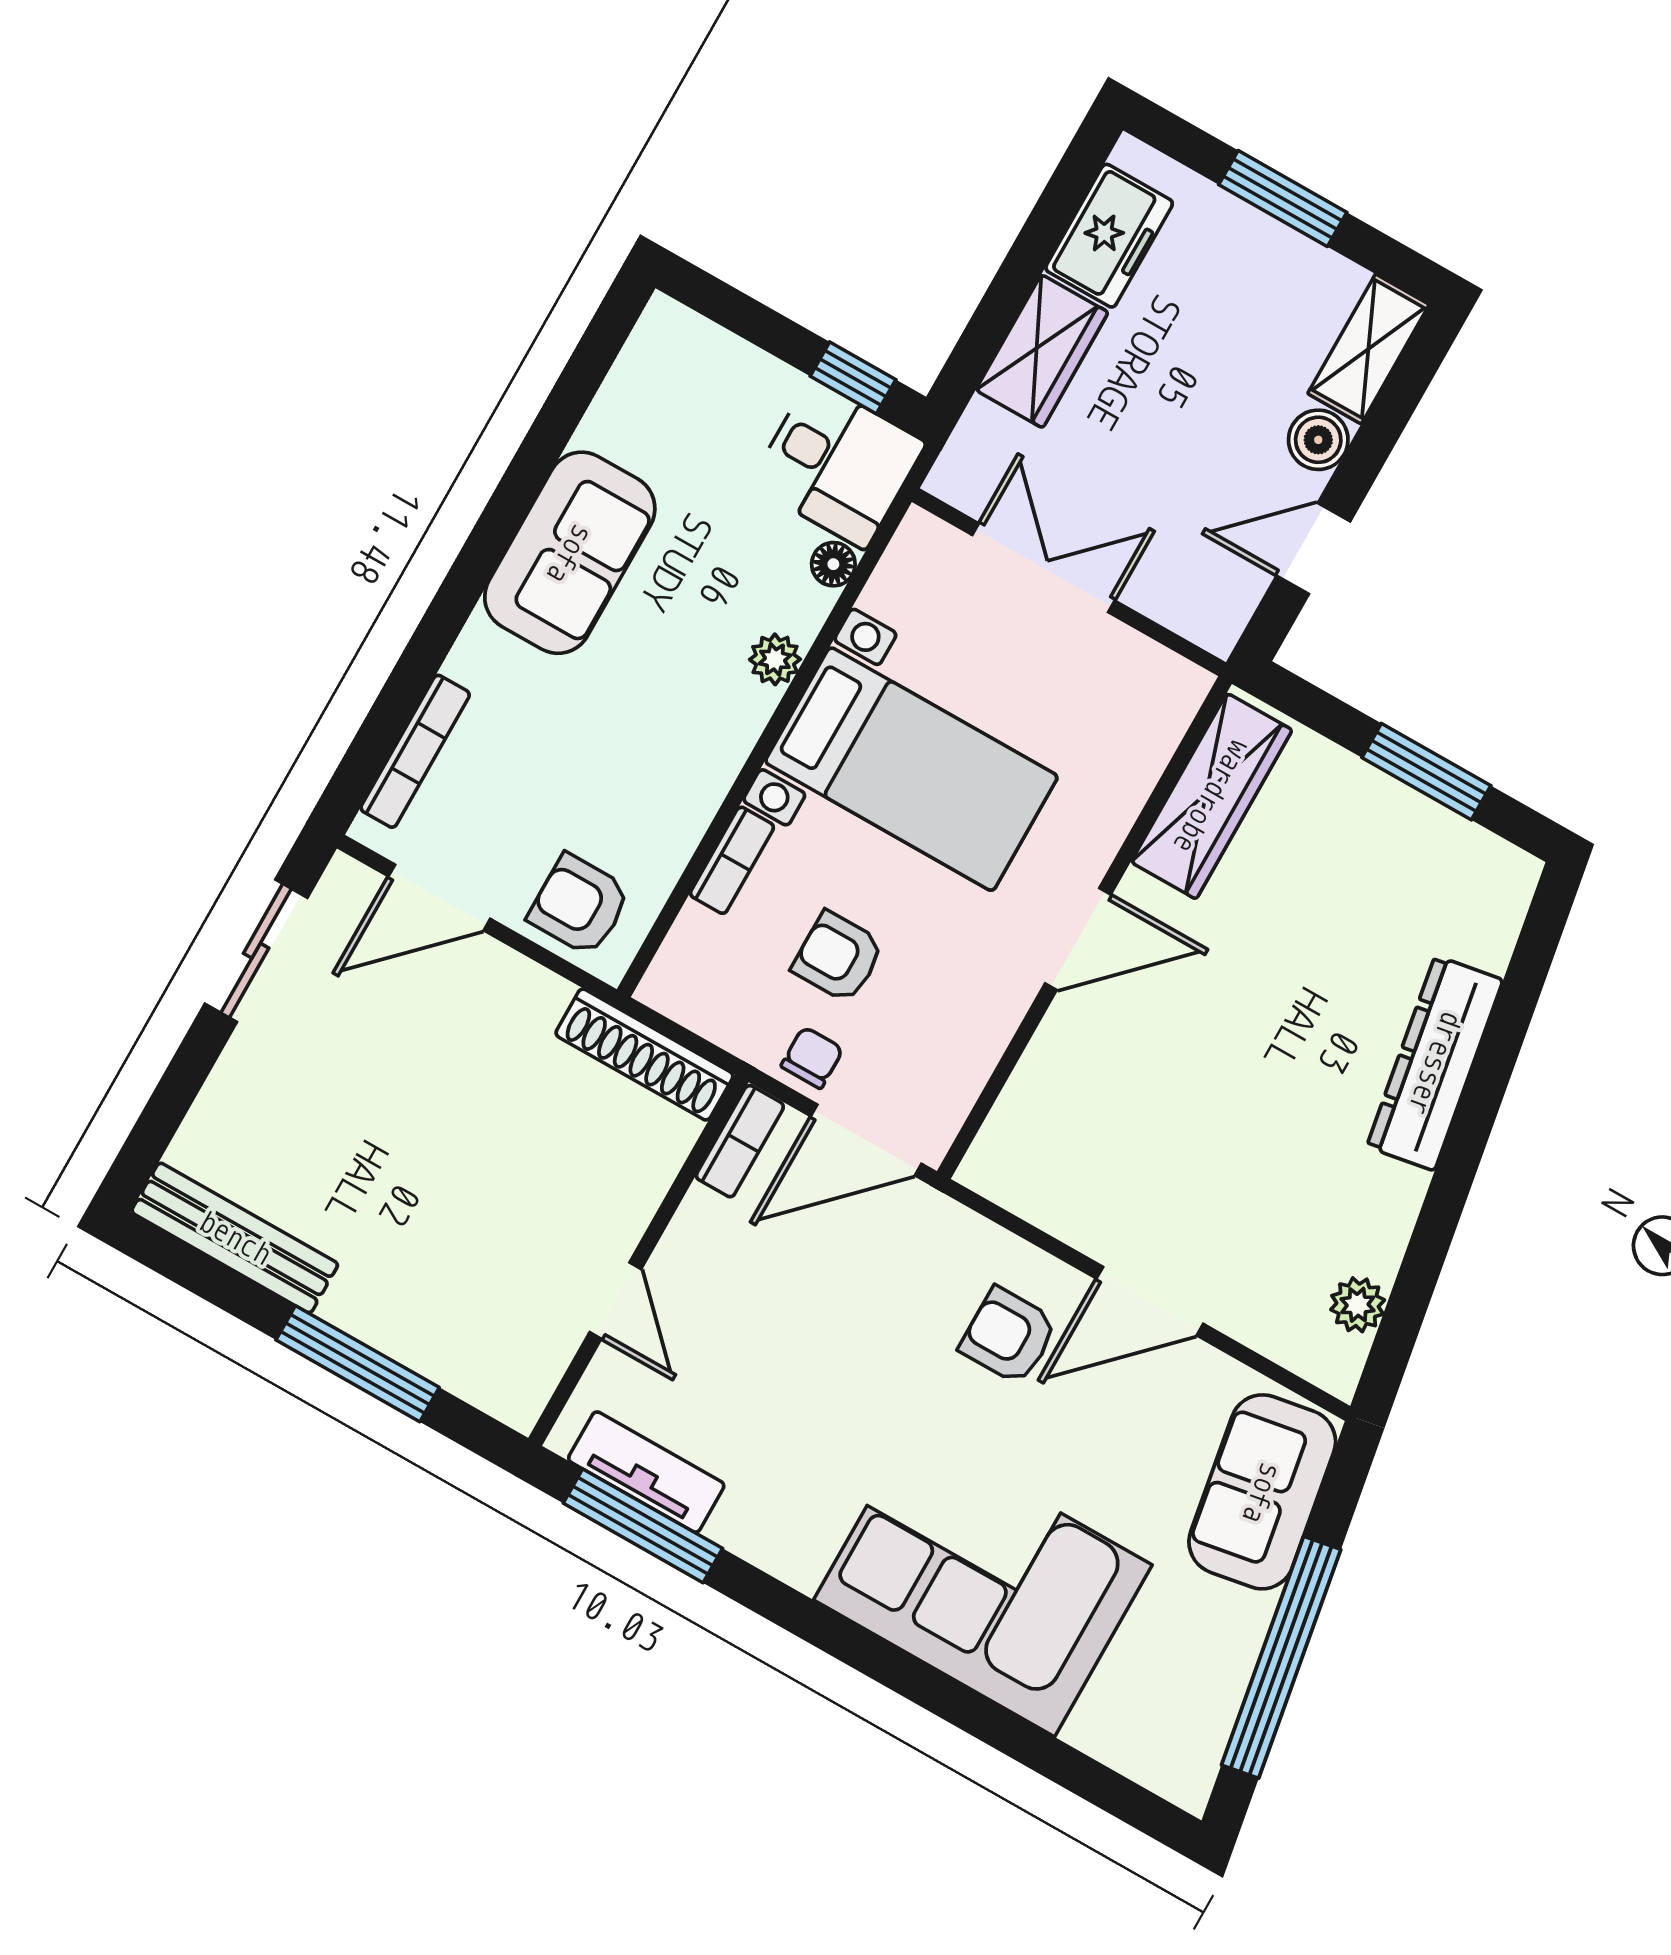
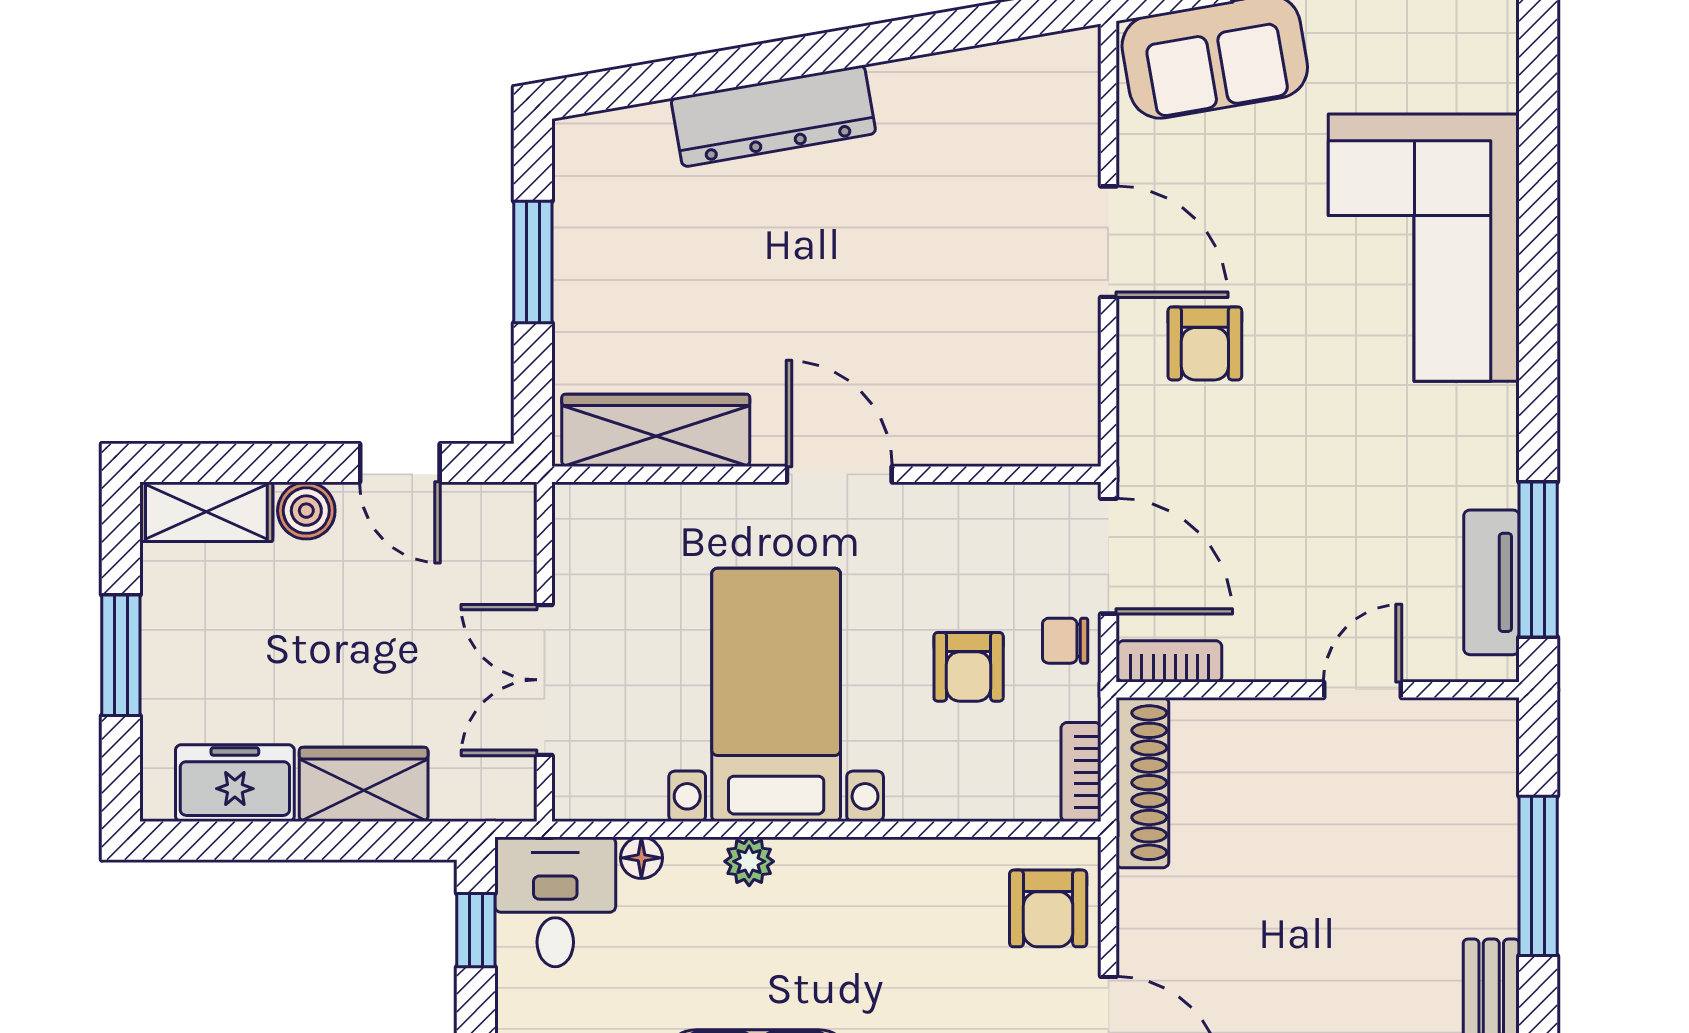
bookcase: (732, 860) -> (1081, 772), moved, turned -90
plant: (1358, 1305) -> (1013, 66), removed

